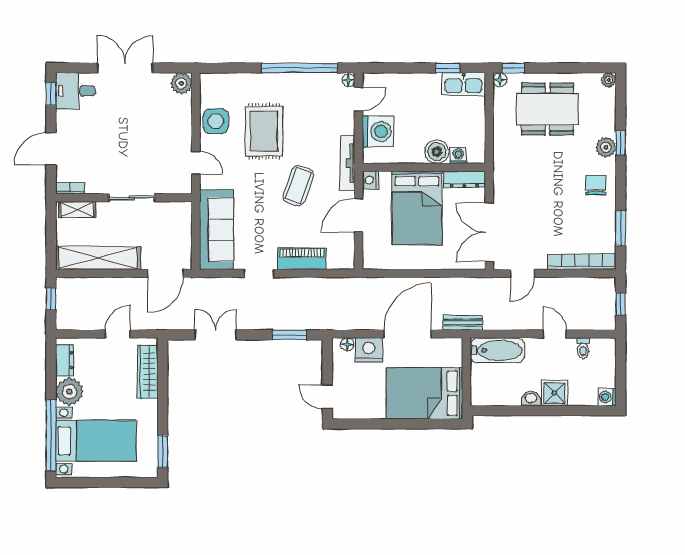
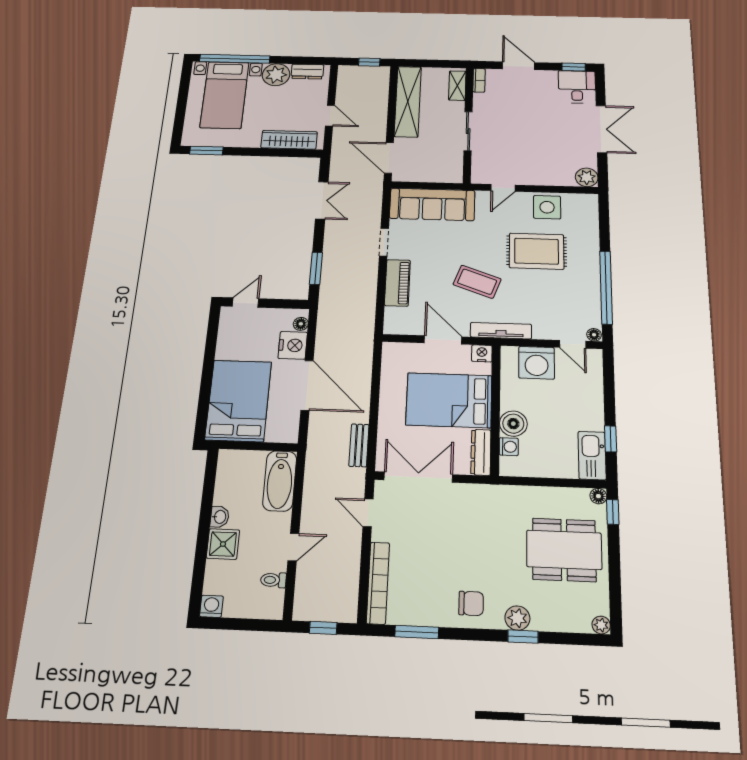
dining table: (548, 109) -> (564, 550), turned 90
bench: (463, 323) -> (359, 445), moved

